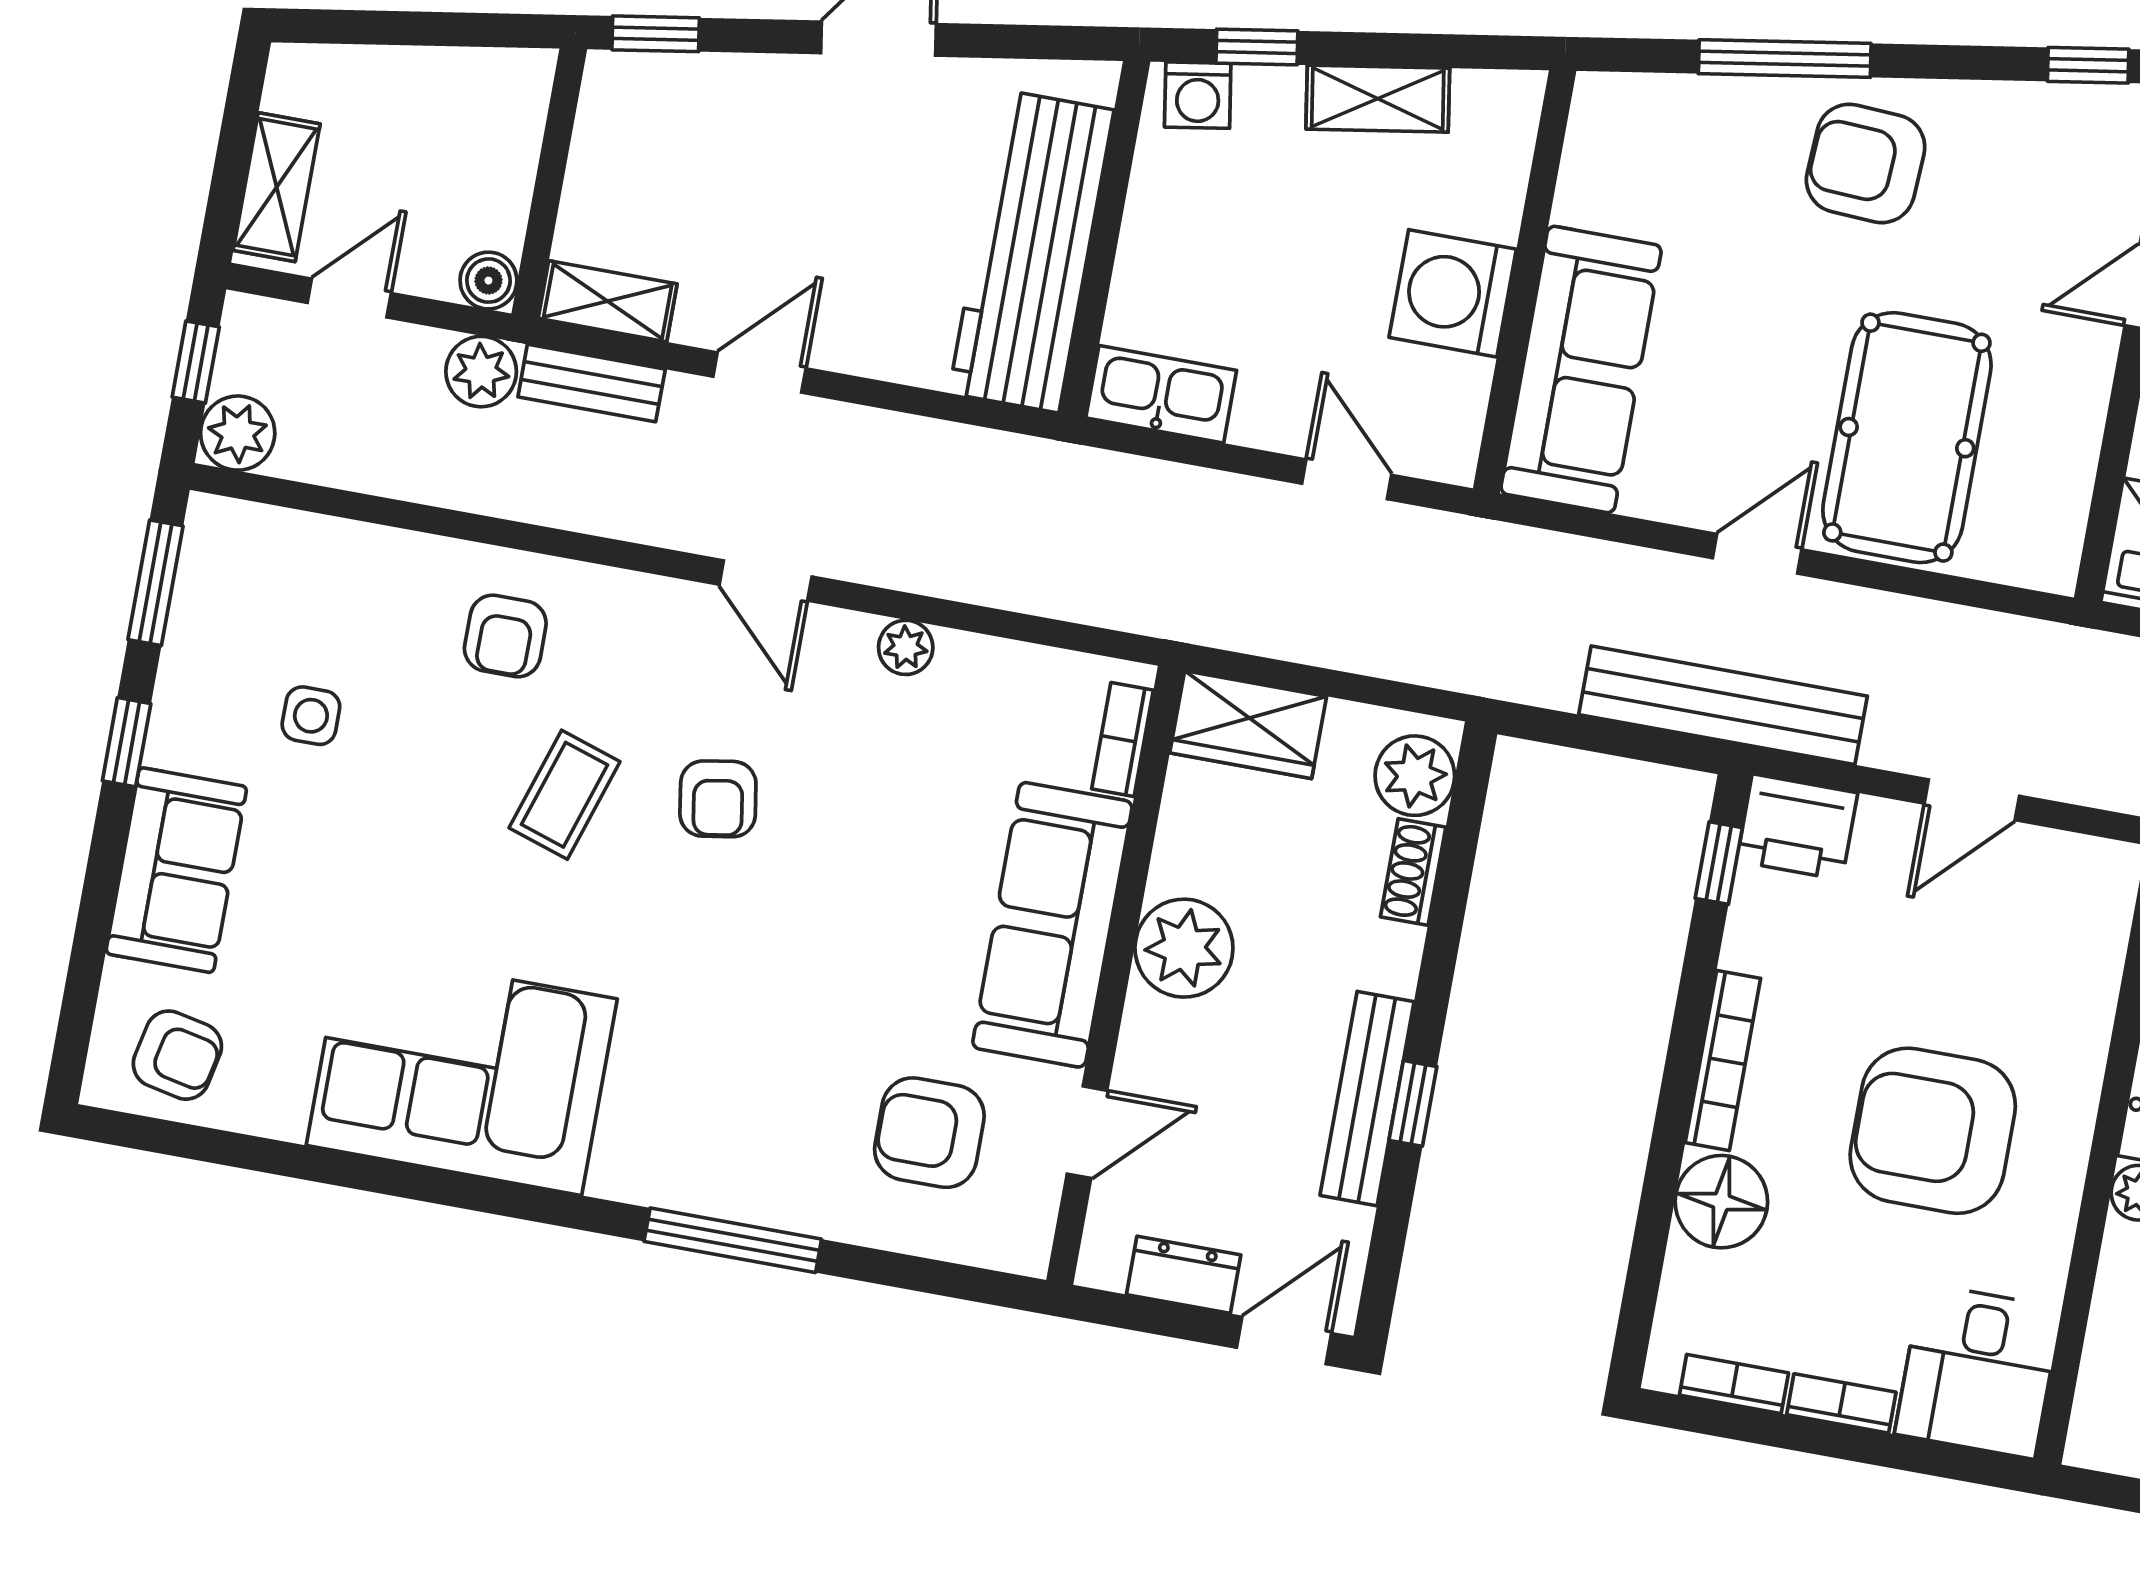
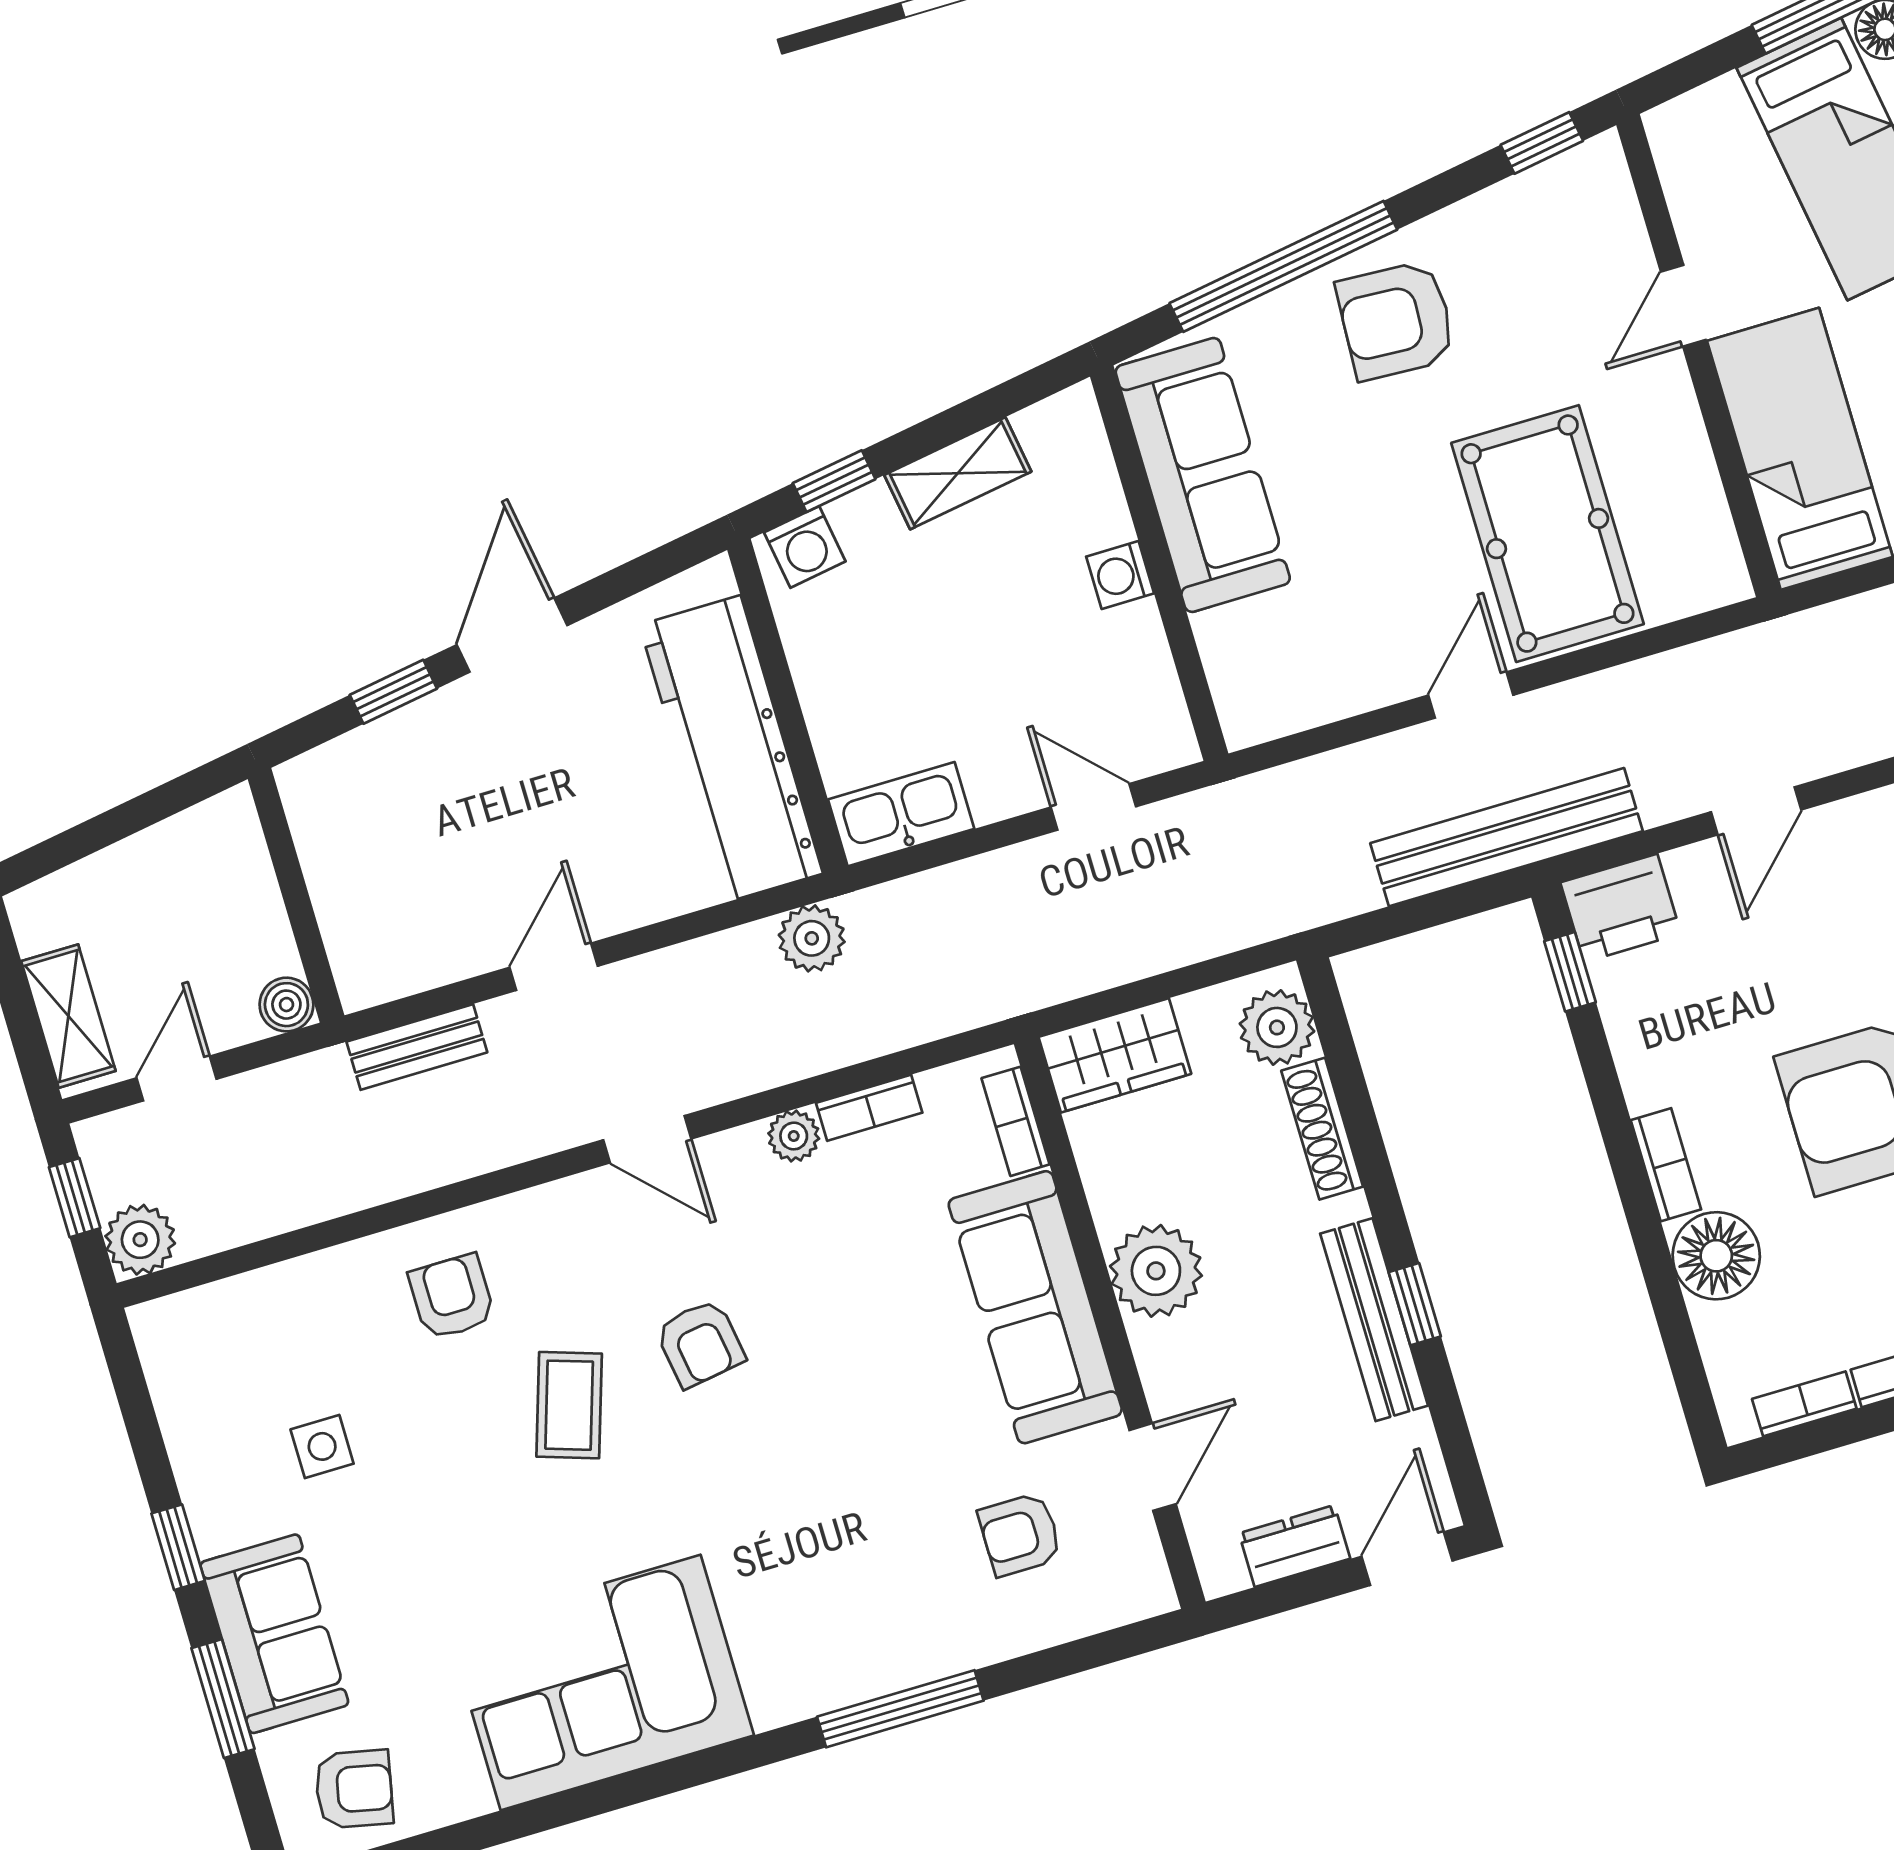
window: (656, 34) -> (393, 692), moved
window: (1785, 59) -> (1283, 266), width x1.46
washing machine: (1453, 293) -> (1120, 575), width x0.53, depth x0.53
shelving: (608, 301) -> (396, 971), removed
sofa: (1581, 370) -> (1203, 475), moved
plant: (481, 372) -> (812, 938), moved
window: (156, 583) -> (223, 1699), moved
armchair: (505, 636) -> (452, 1297), turned 180
bookcase: (991, 657) -> (869, 1108), added
shoe rack: (1413, 872) -> (1322, 1129), width x1.43
bookcase: (1723, 1060) -> (1666, 1165), width x0.64
armchair: (929, 1133) -> (1020, 1534), width x0.72, depth x0.72

